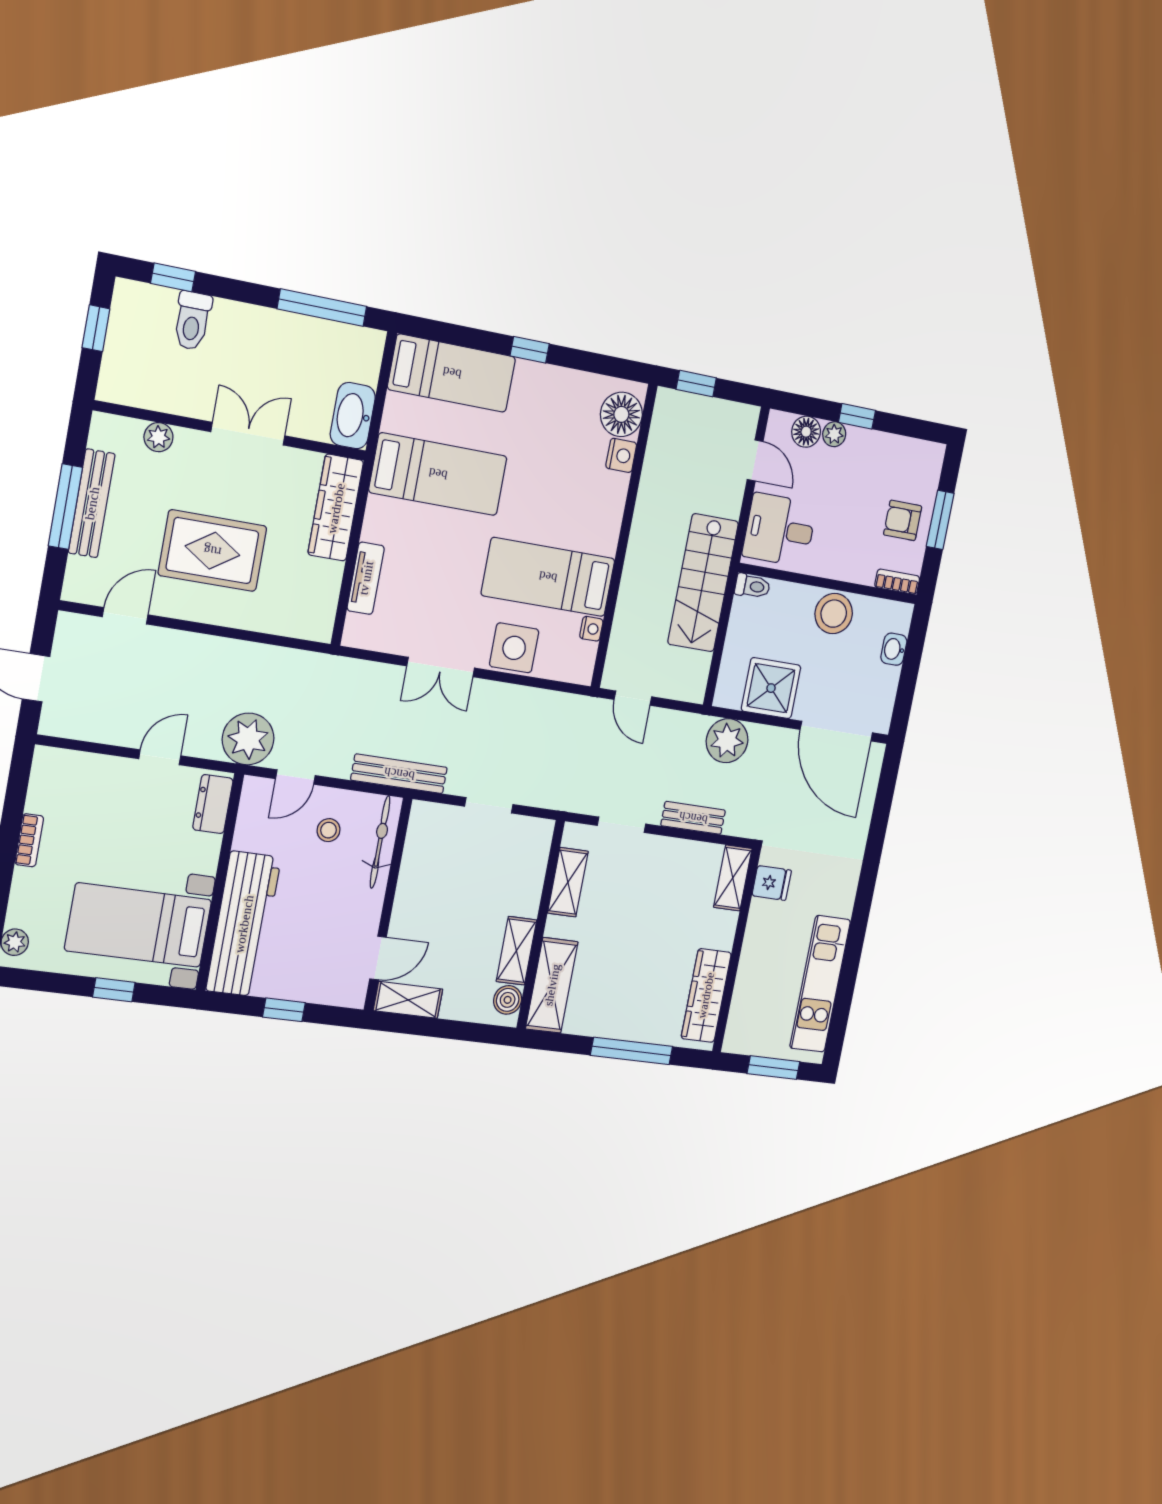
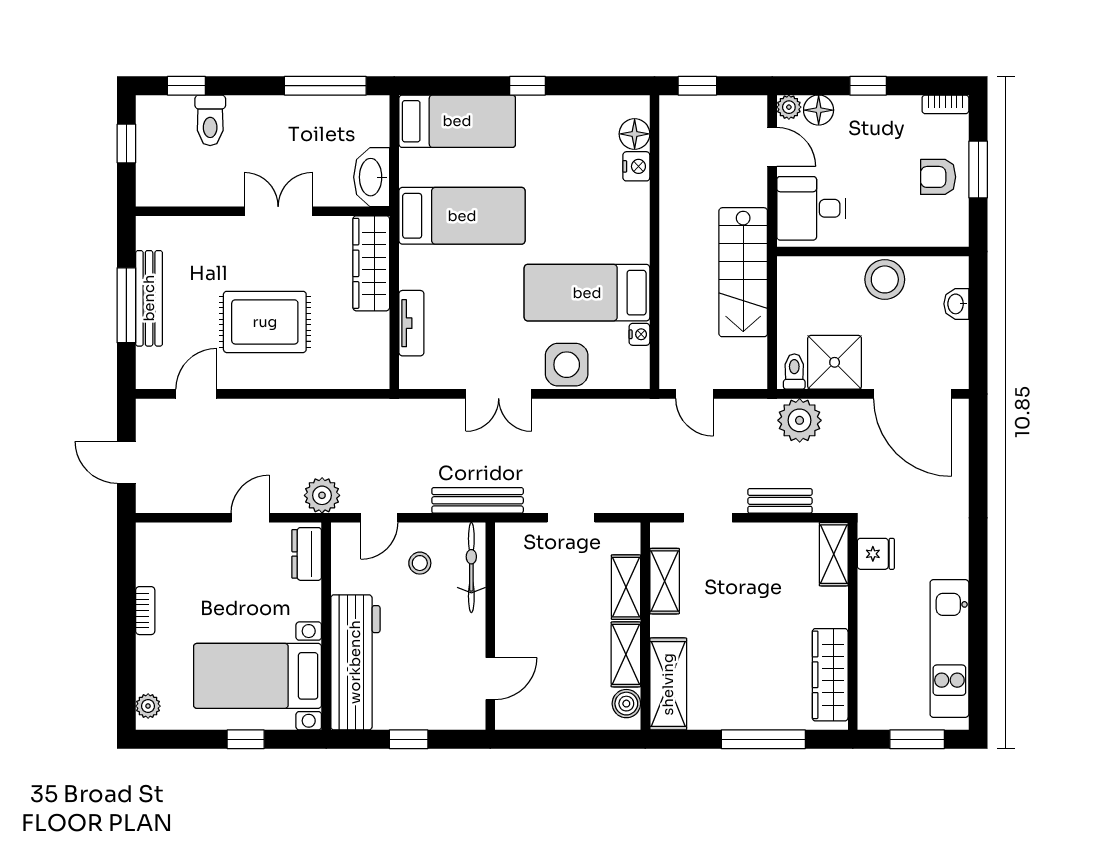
floor lamp: (621, 414) -> (635, 134), width x0.73, depth x0.73
plant: (834, 434) -> (789, 107), moved
plant: (158, 437) -> (198, 229), removed
bookcase: (897, 582) -> (945, 104), moved, turned 180
toilet: (752, 586) -> (794, 372), moved, turned -90
plant: (248, 739) -> (322, 495), width x0.73, depth x0.73
shelving: (408, 1000) -> (626, 587), moved, turned 90

